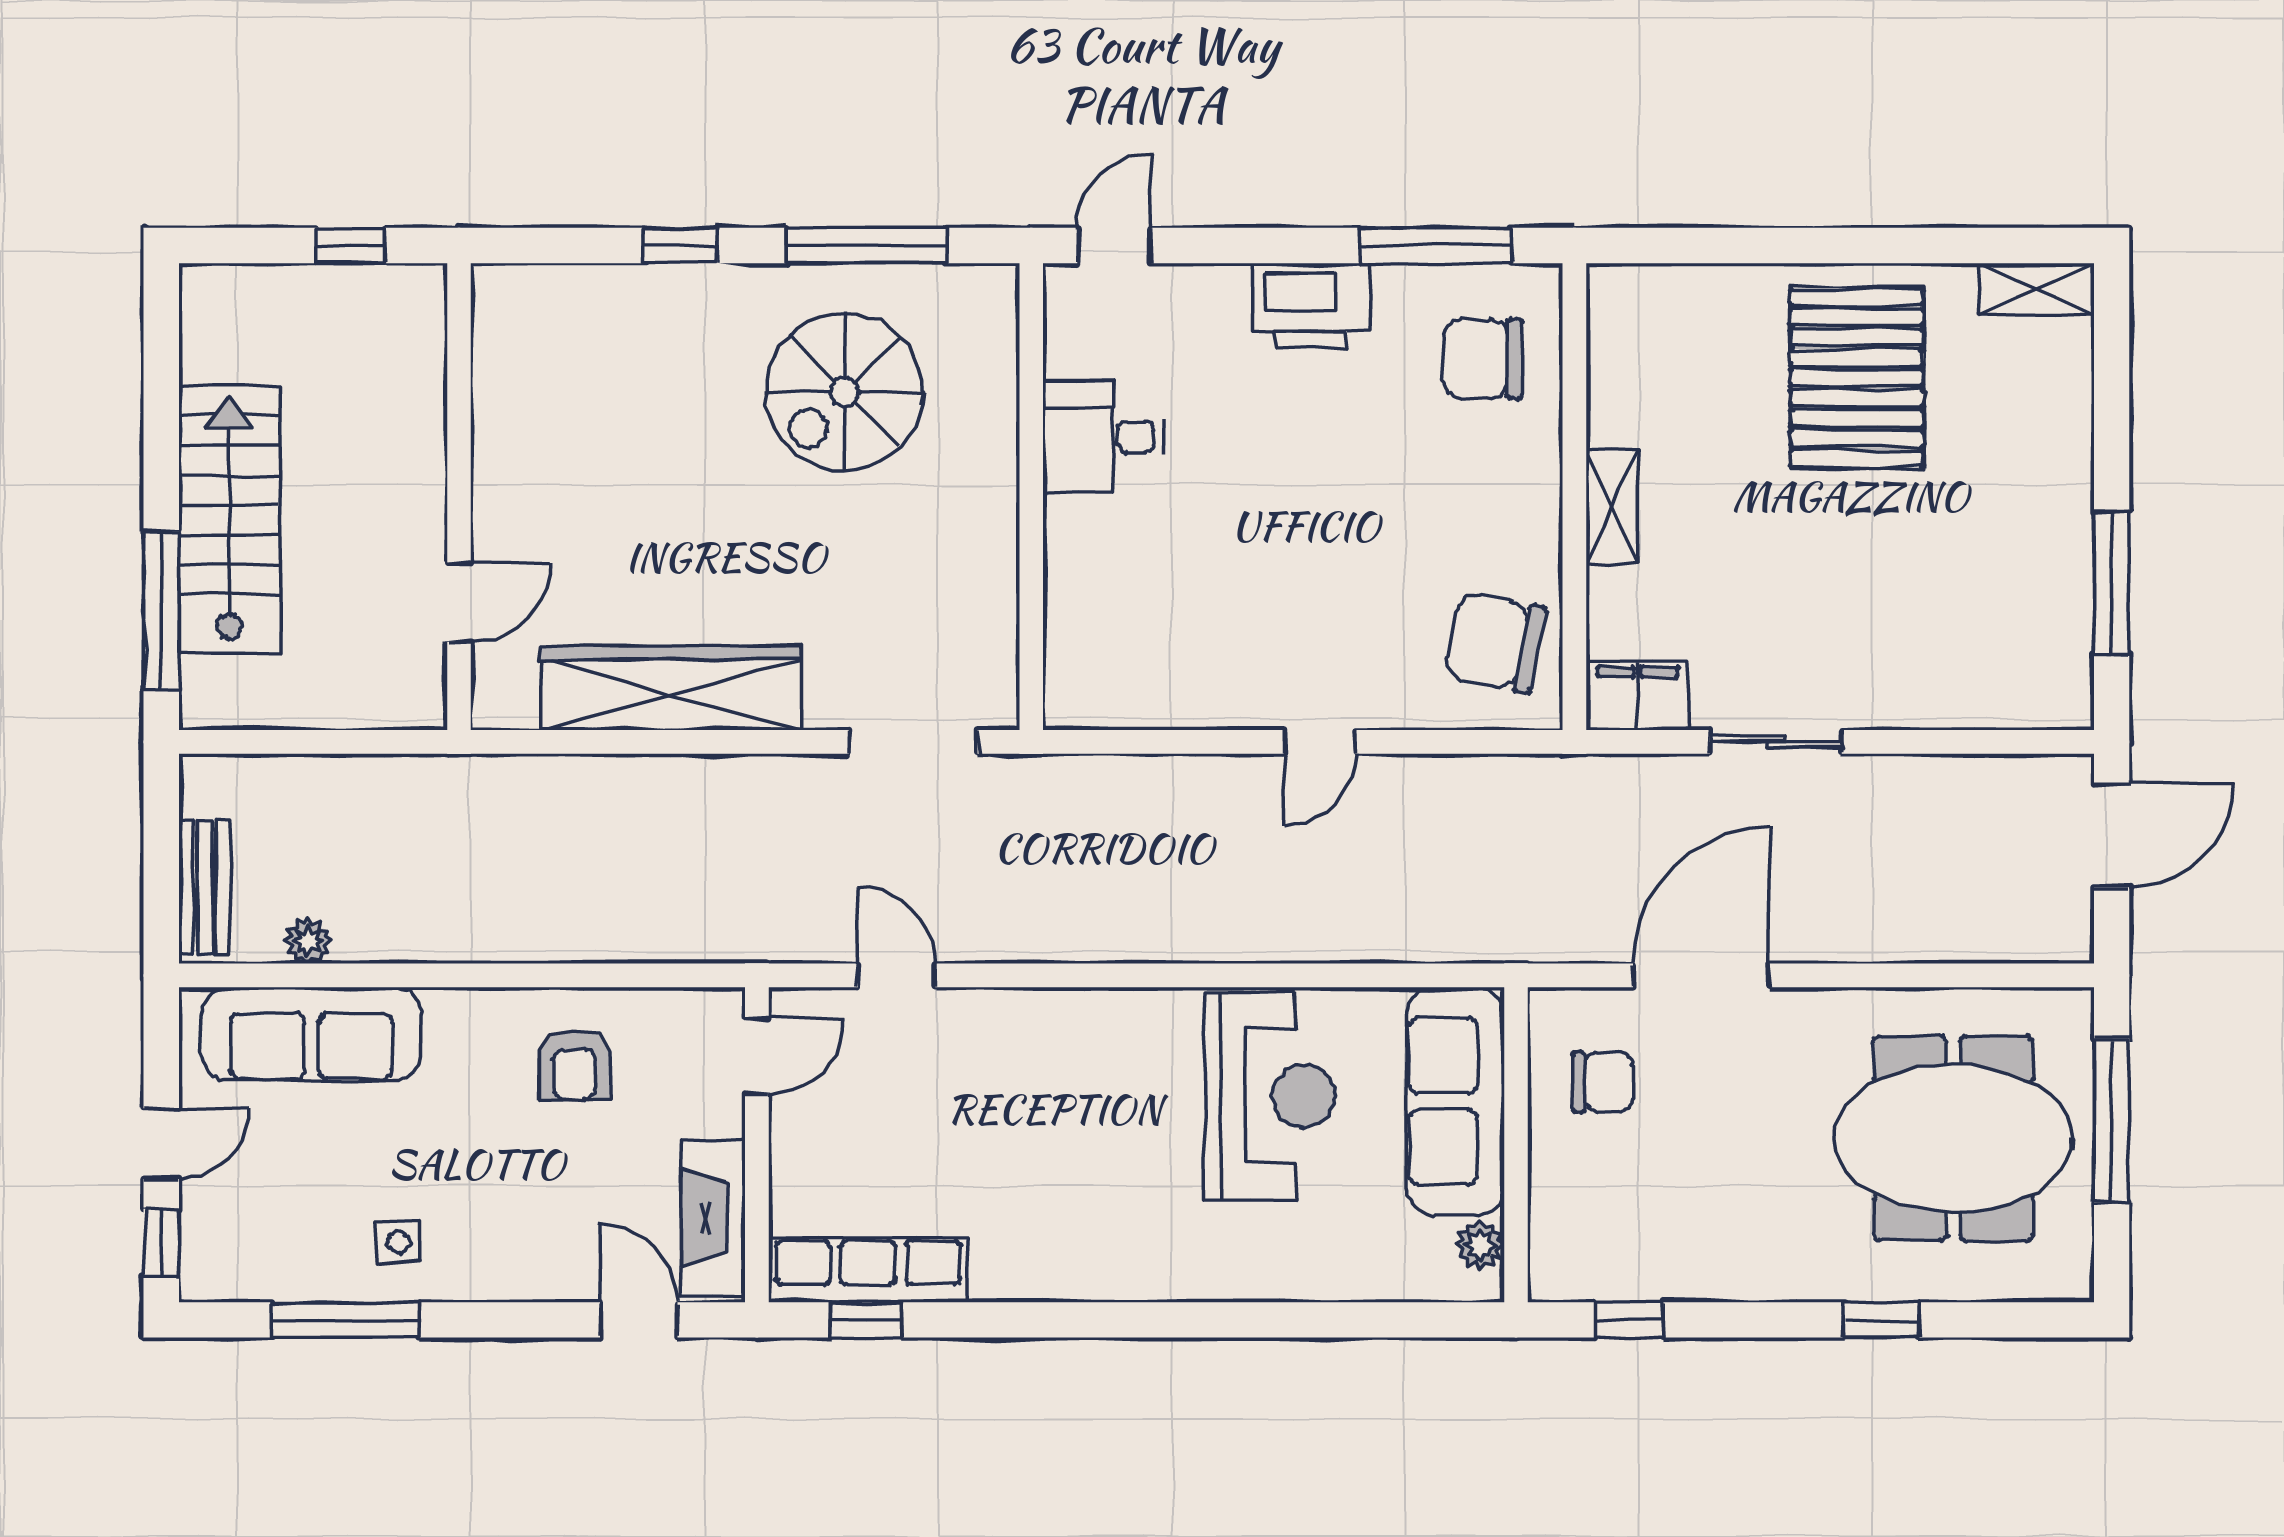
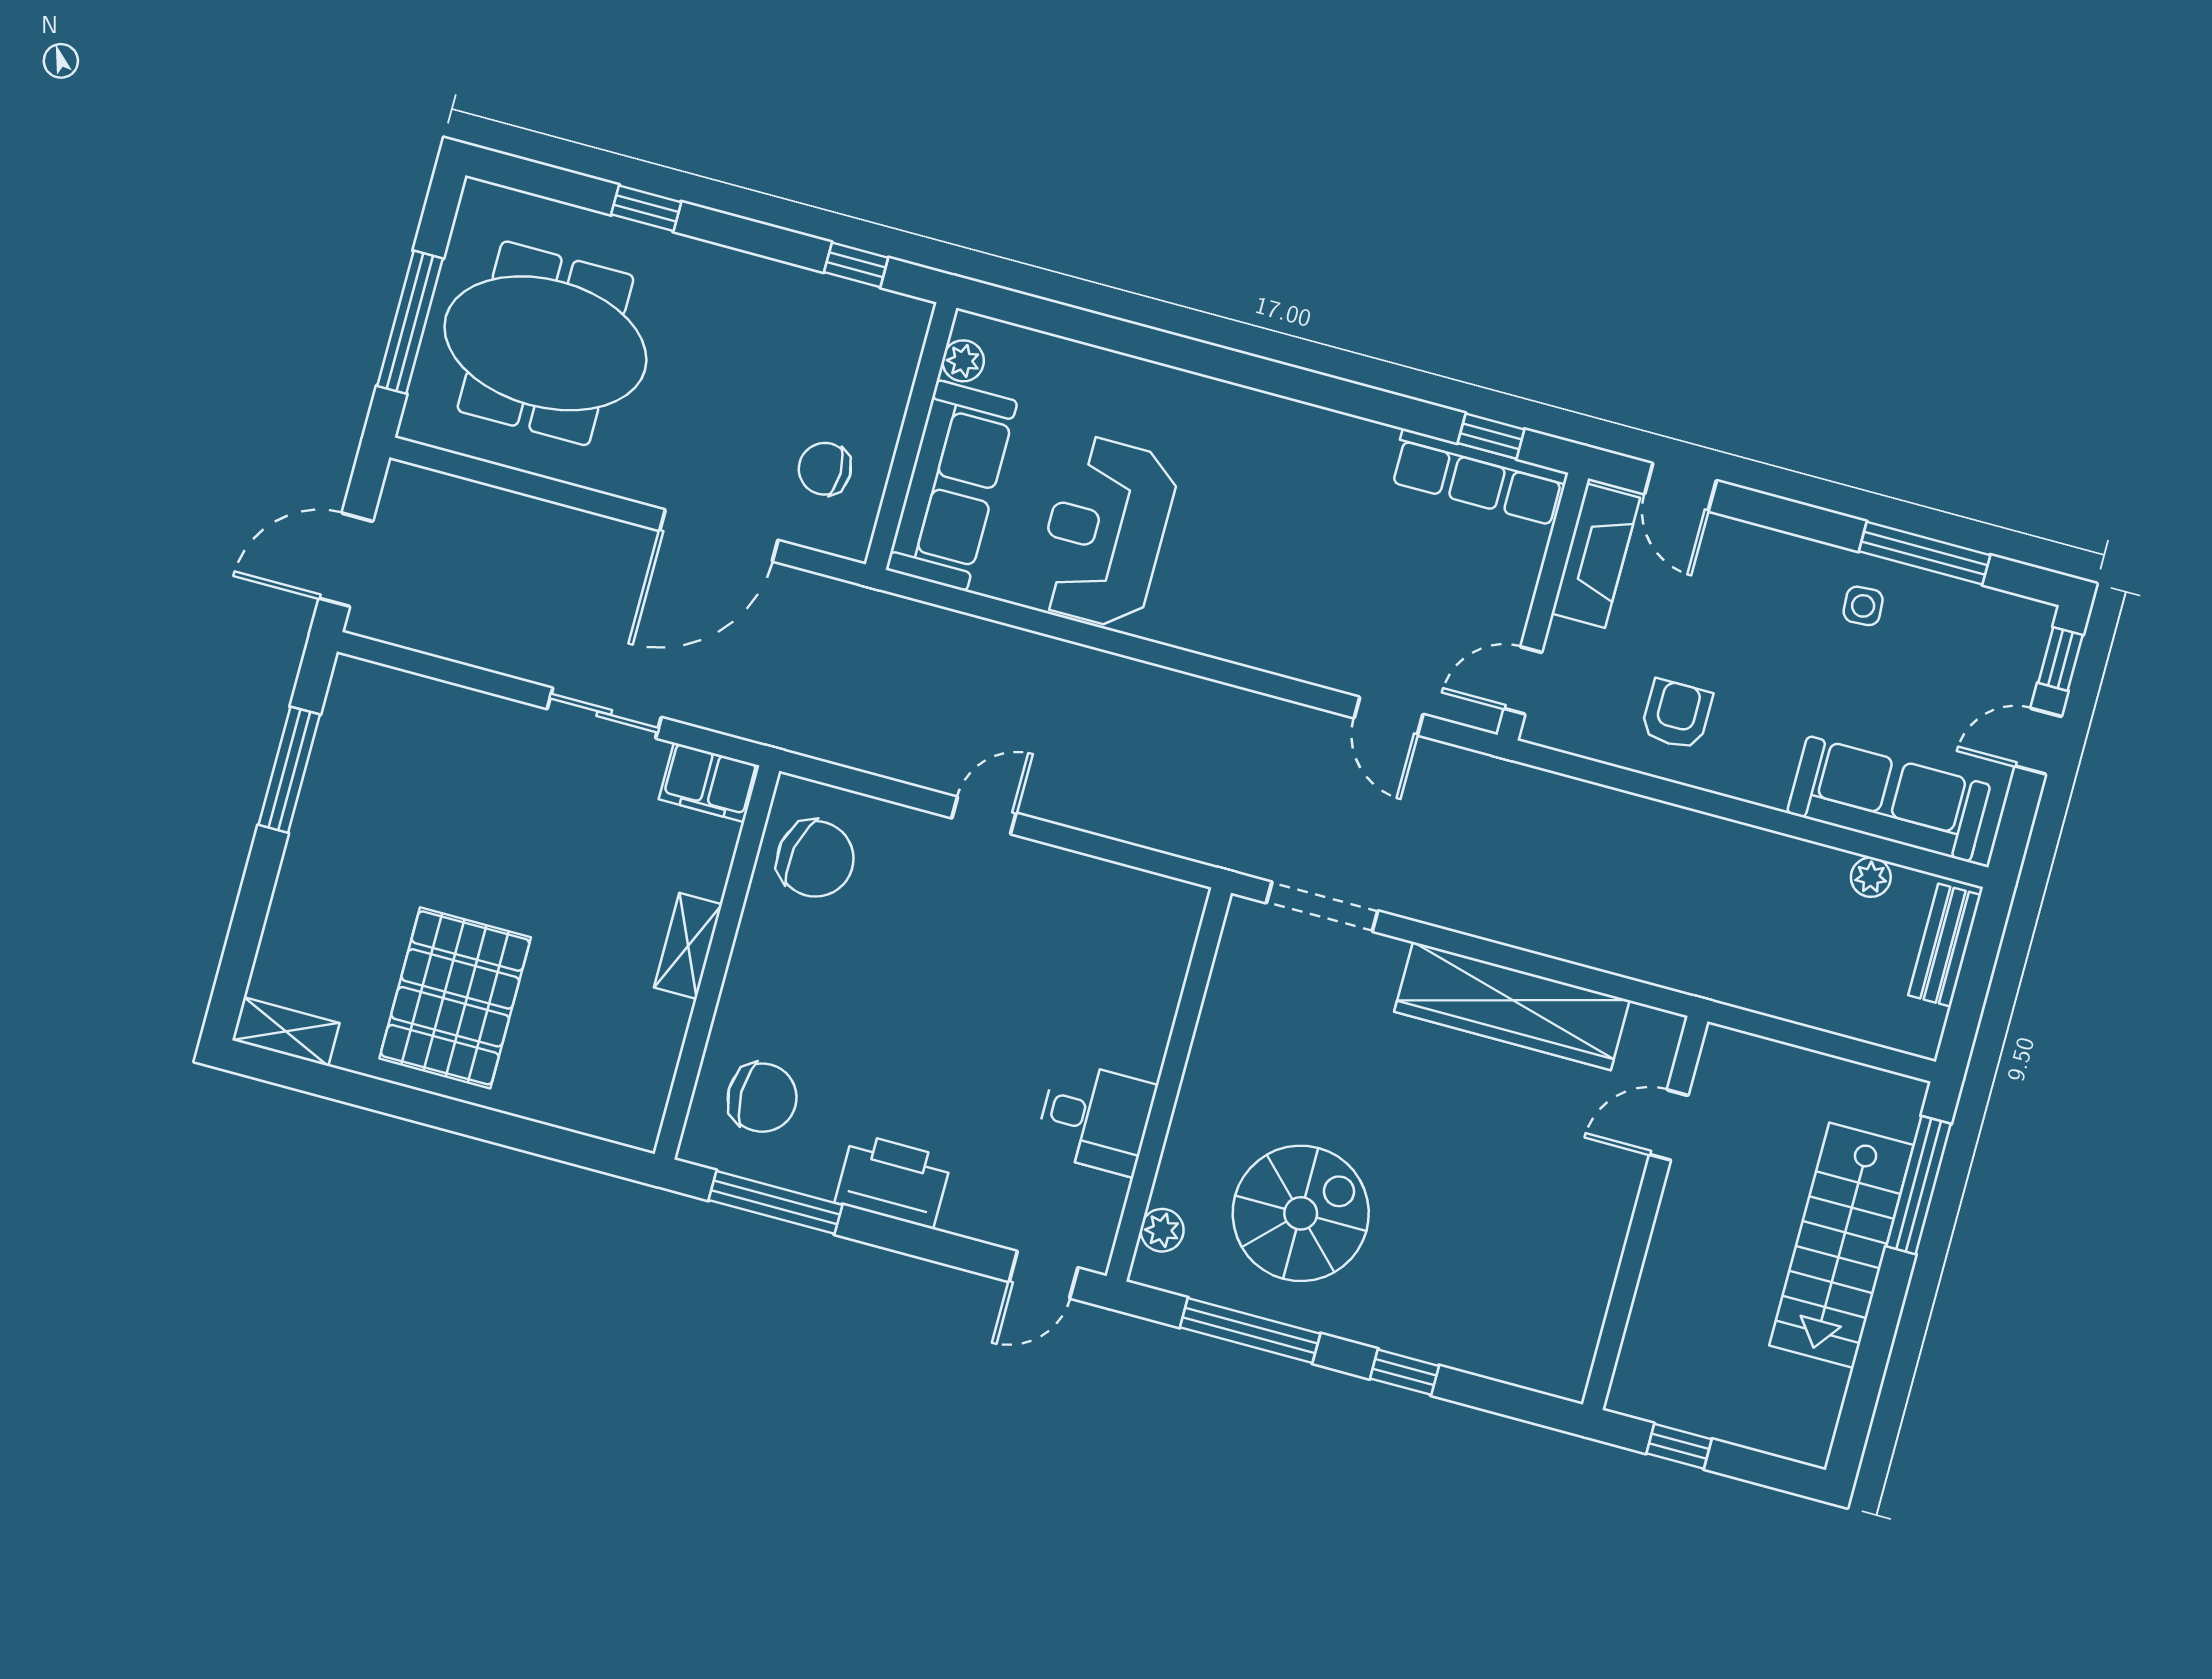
plant: (995, 331) -> (1162, 1230), added

